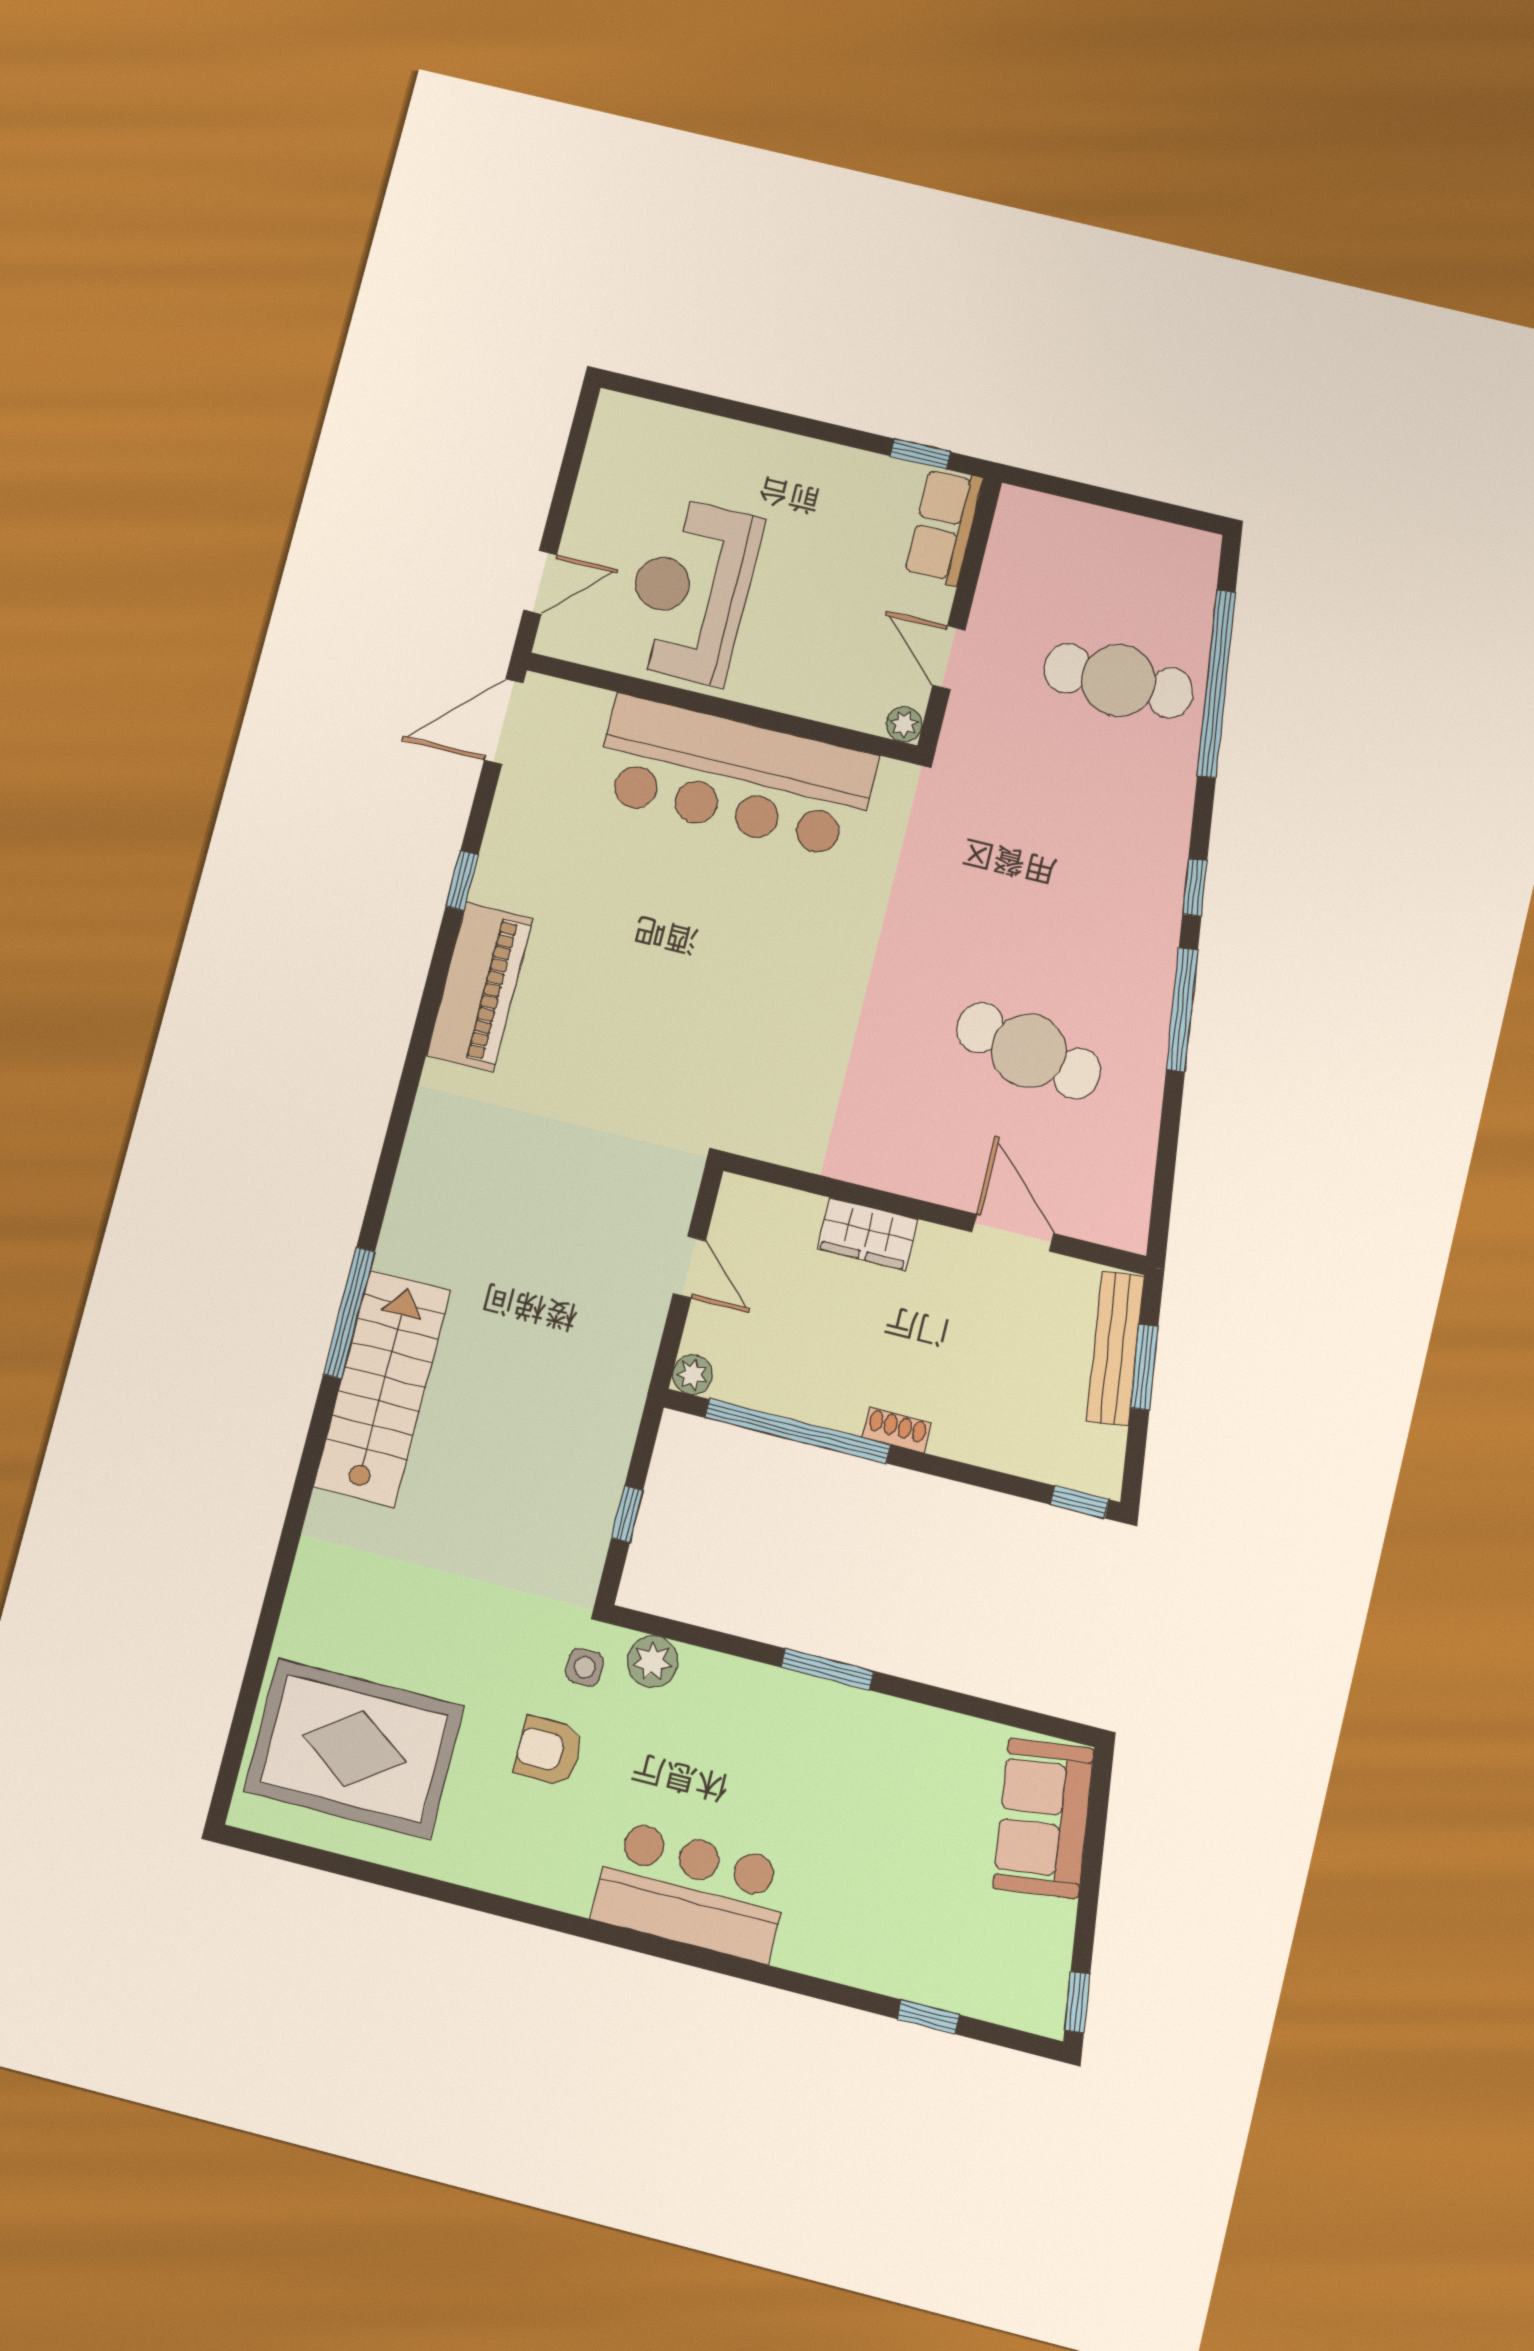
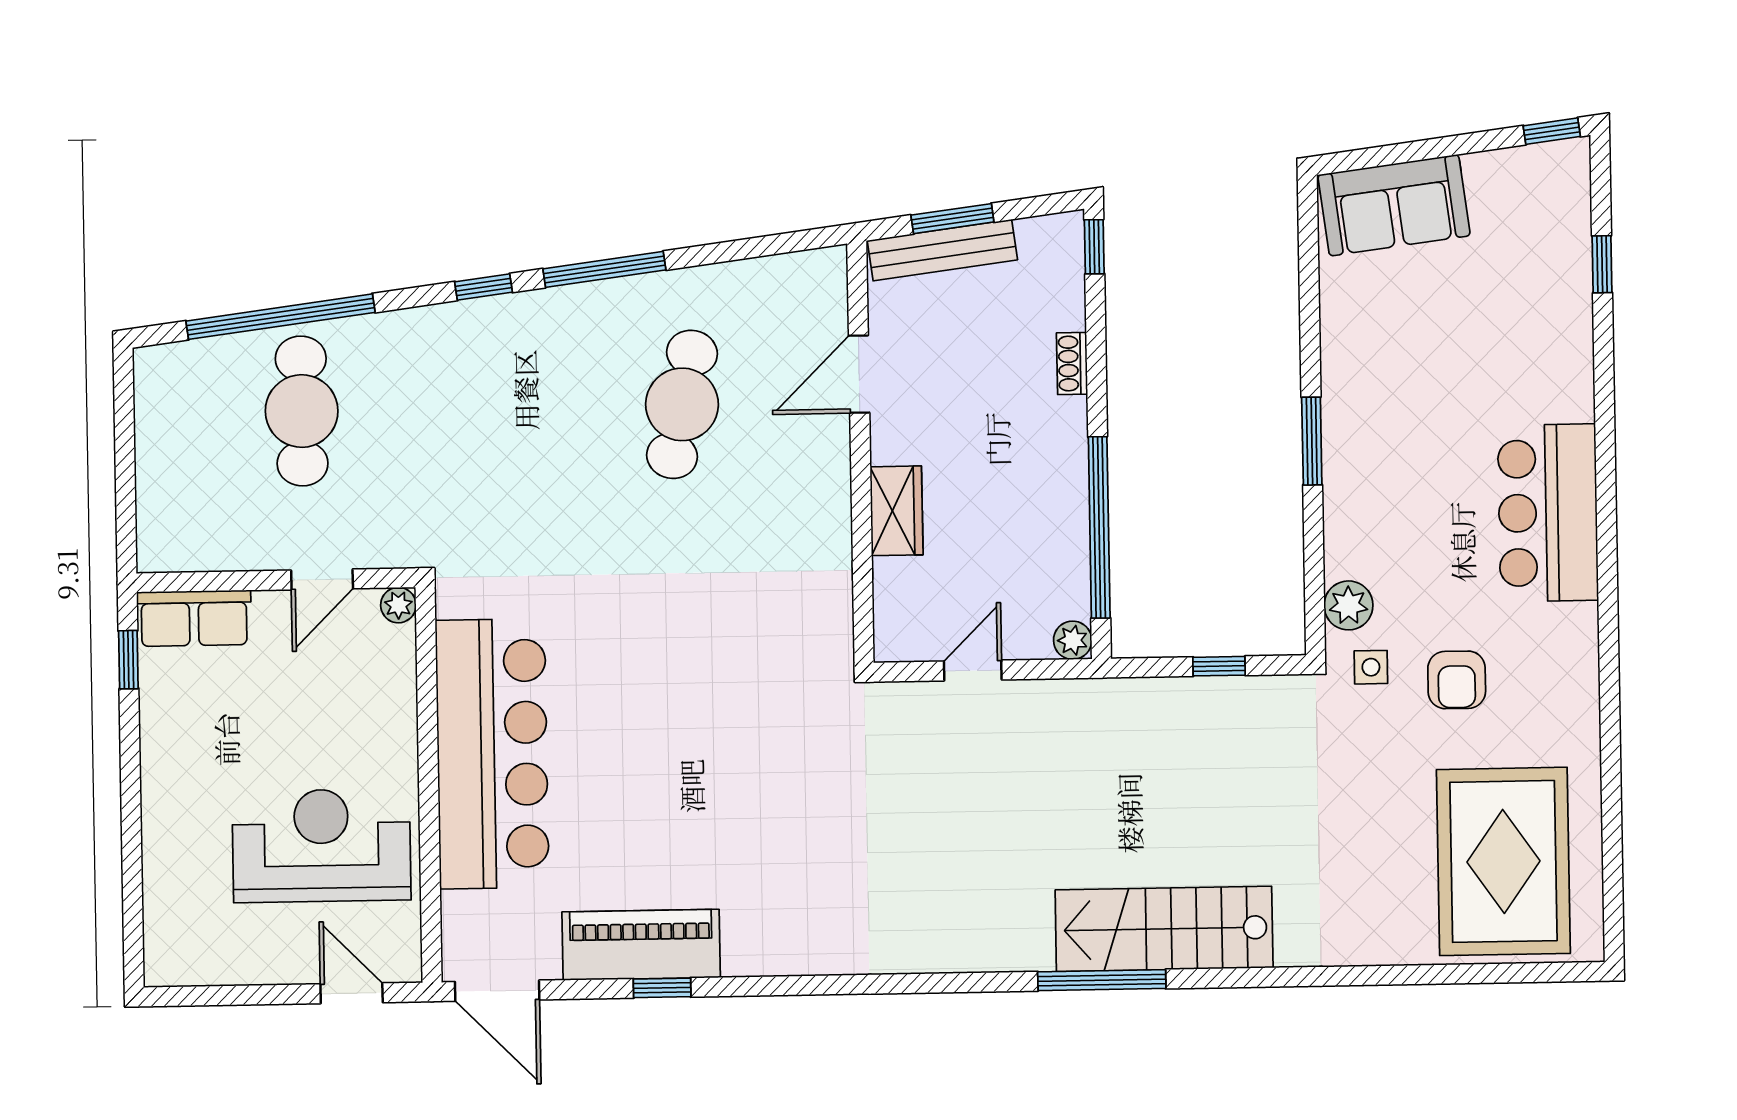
reception desk: (691, 590) -> (321, 846), turned 180
piano: (480, 987) -> (641, 945), moved
shoe rack: (897, 1430) -> (1072, 363), moved

